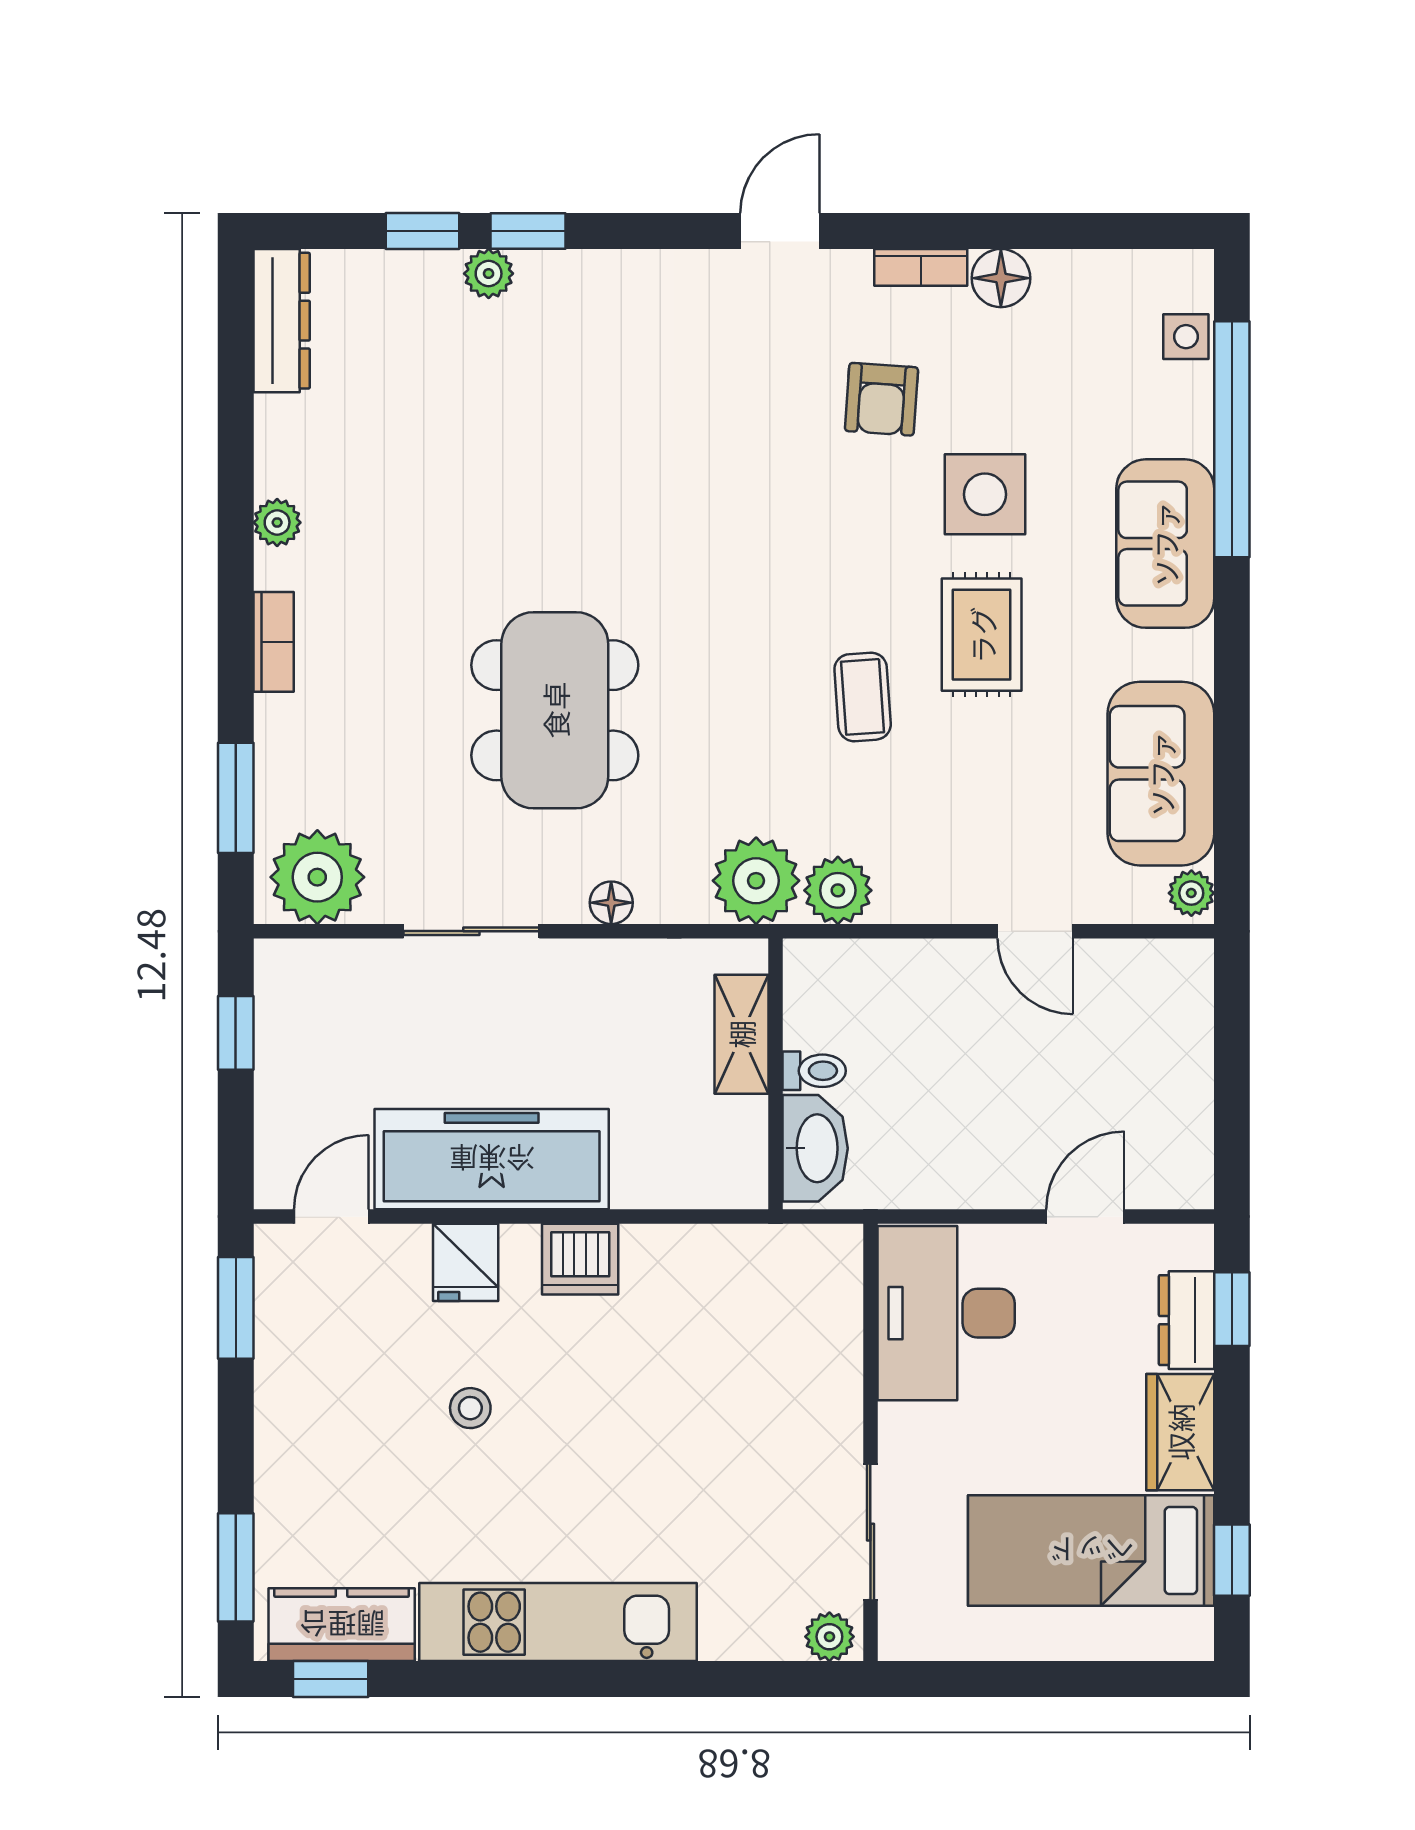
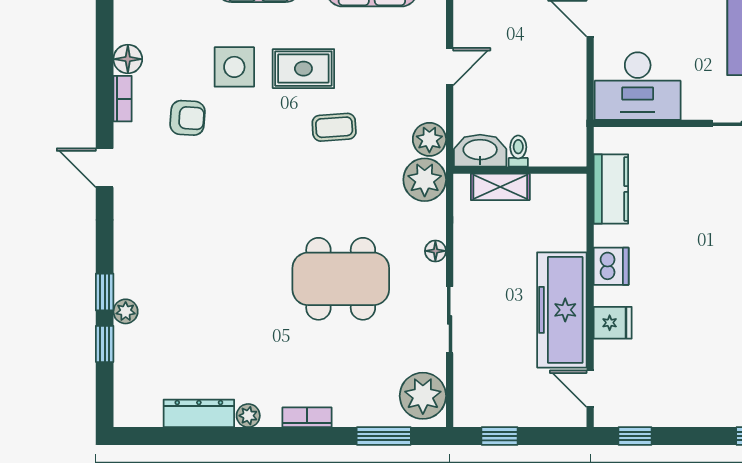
dresser: (282, 321) -> (199, 413), moved
door: (1035, 931) -> (450, 67), moved
washbasin: (815, 1148) -> (480, 151), moved
kitchen counter: (737, 1259) -> (611, 189), added
window: (236, 1308) -> (635, 436), width x0.67
stool: (470, 1408) -> (684, 320), removed

